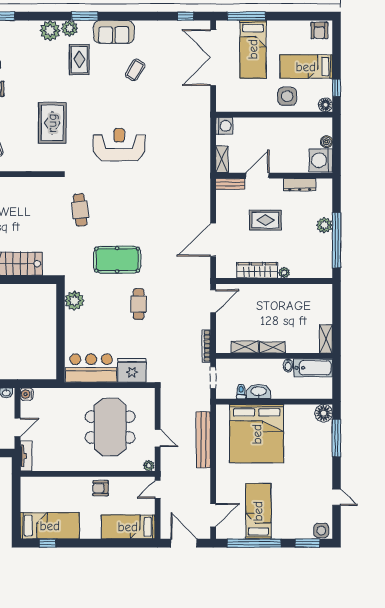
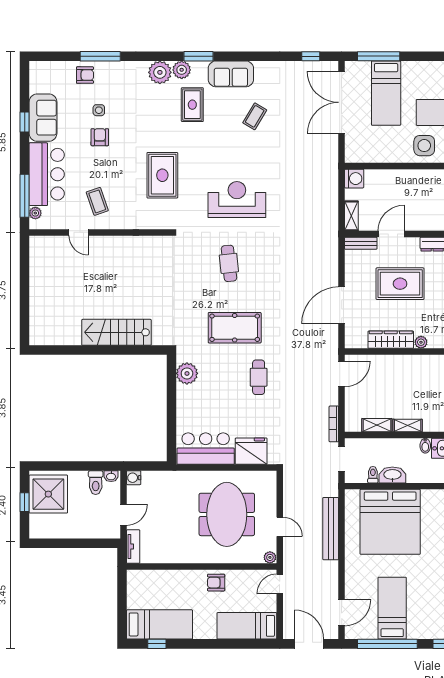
cafe table: (80, 210) -> (229, 263), moved
rug: (265, 220) -> (400, 284), width x1.36, depth x1.43

